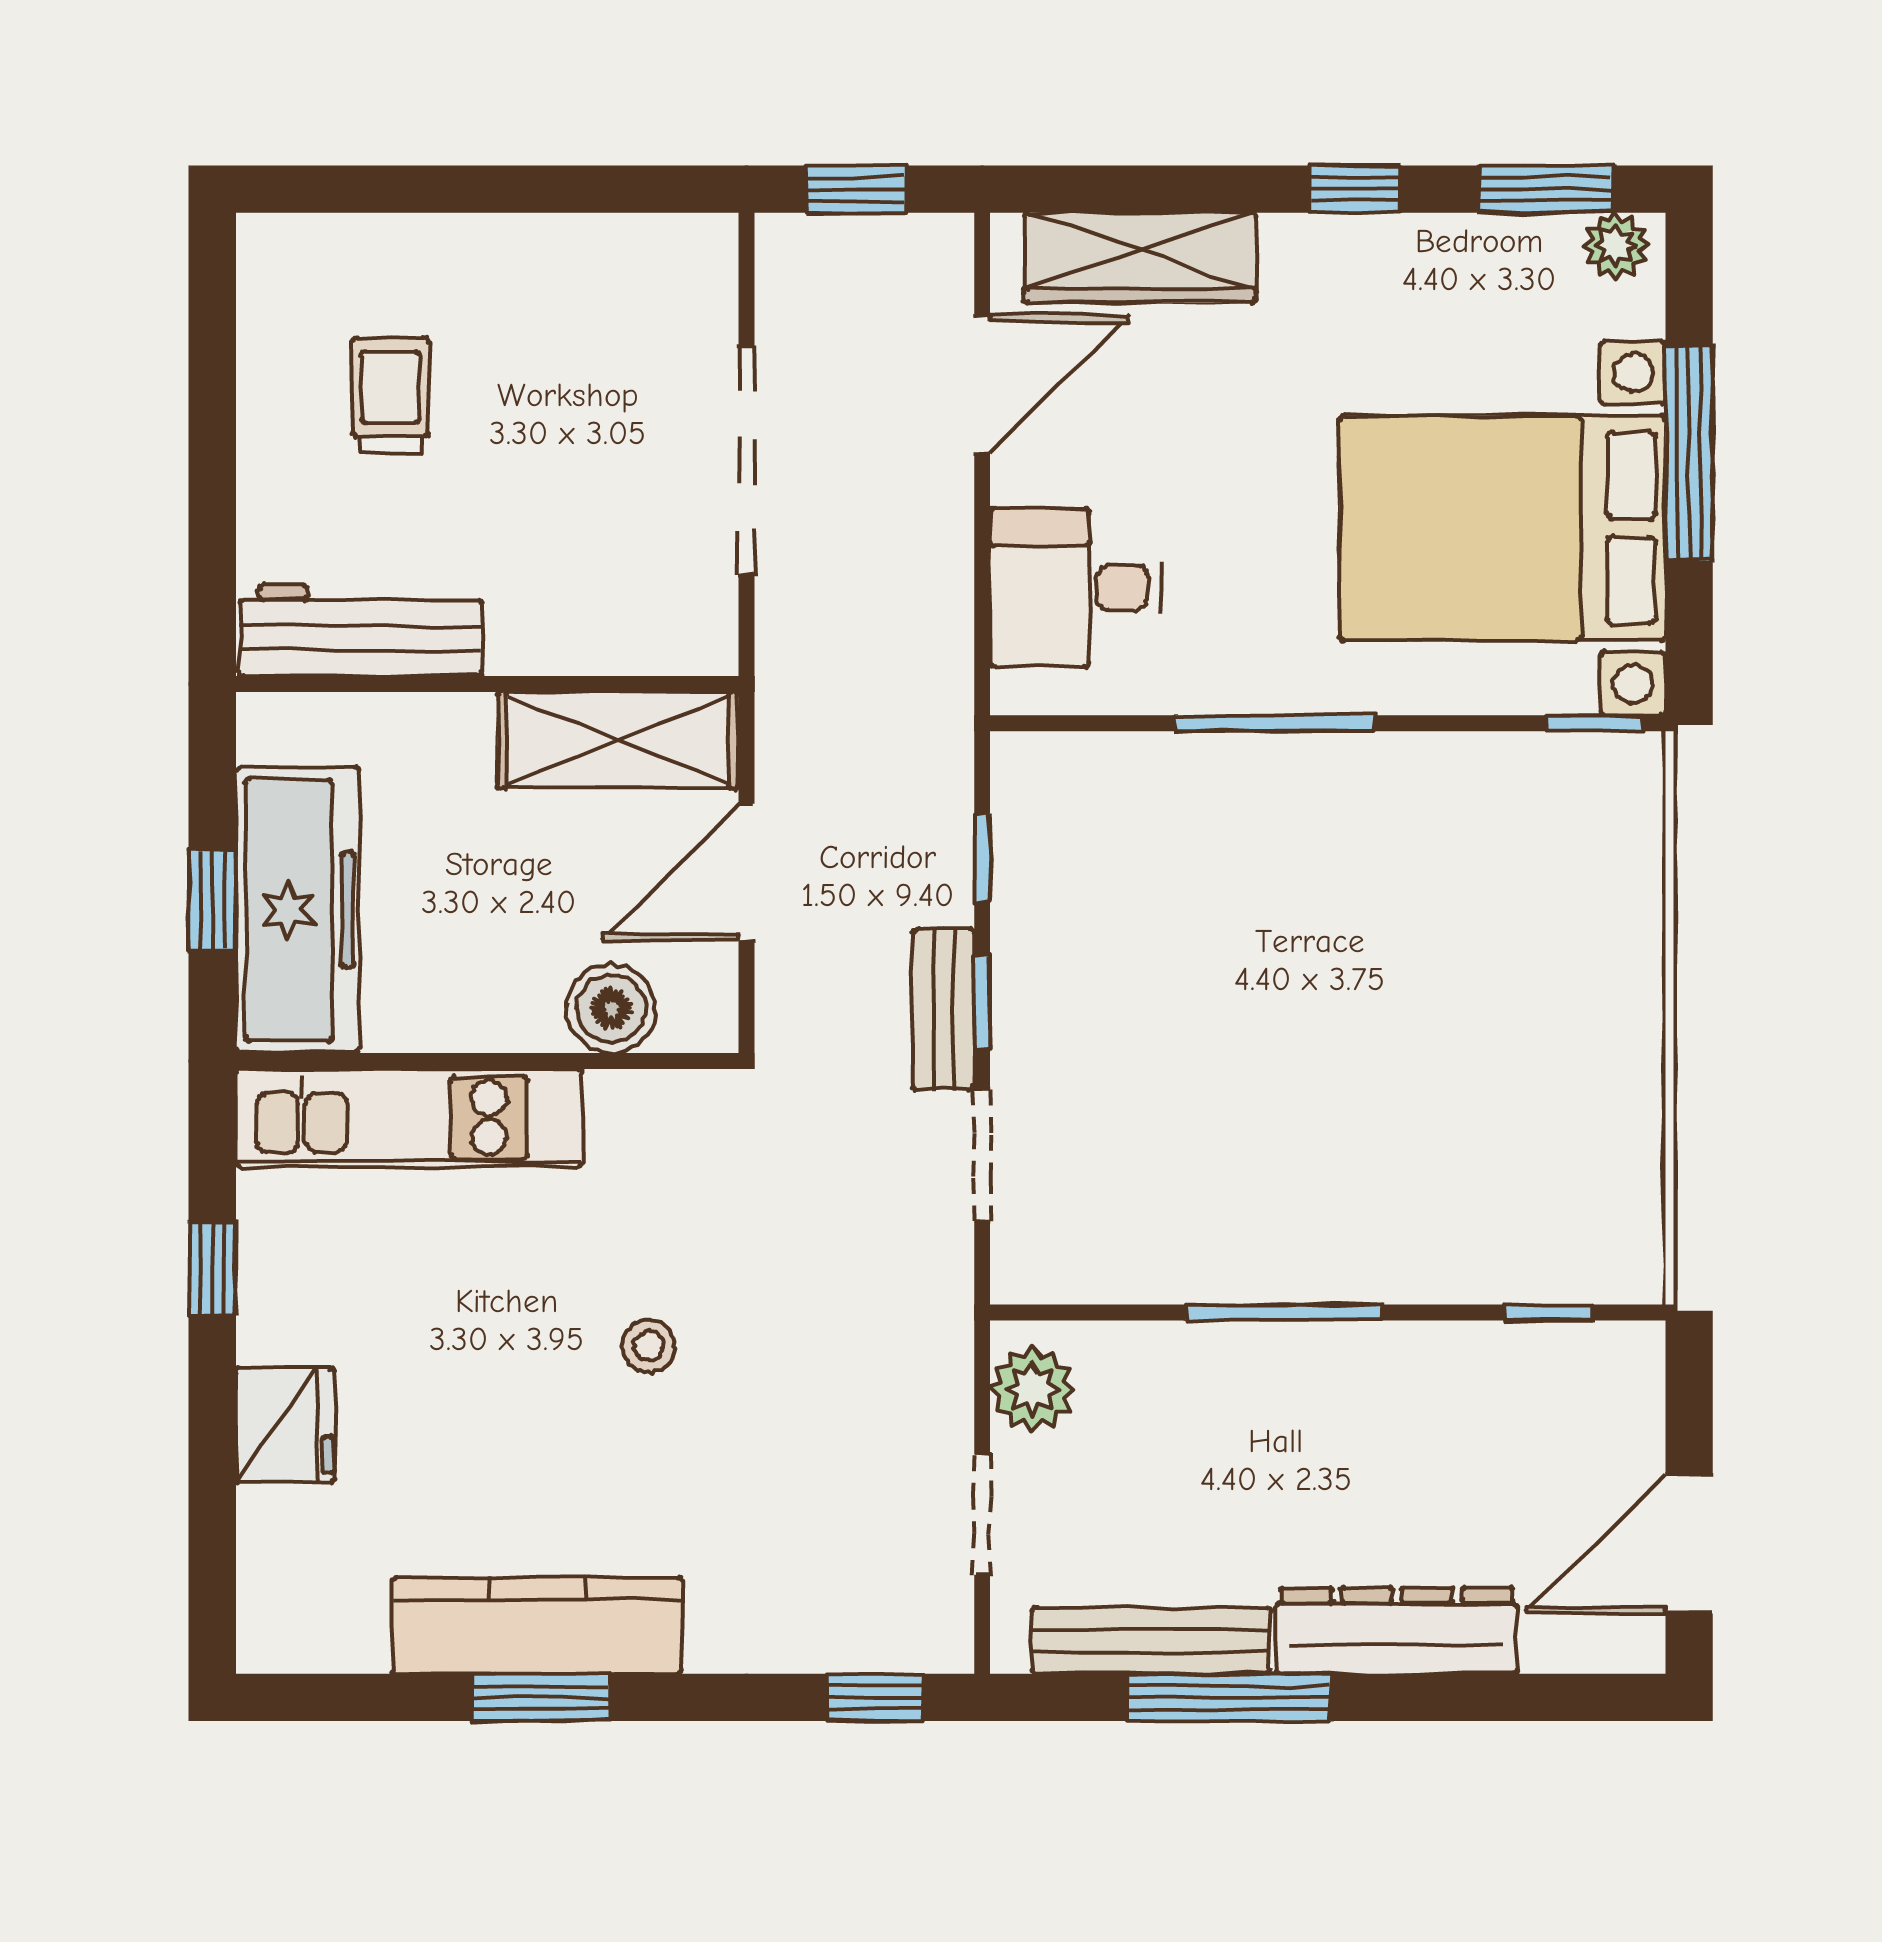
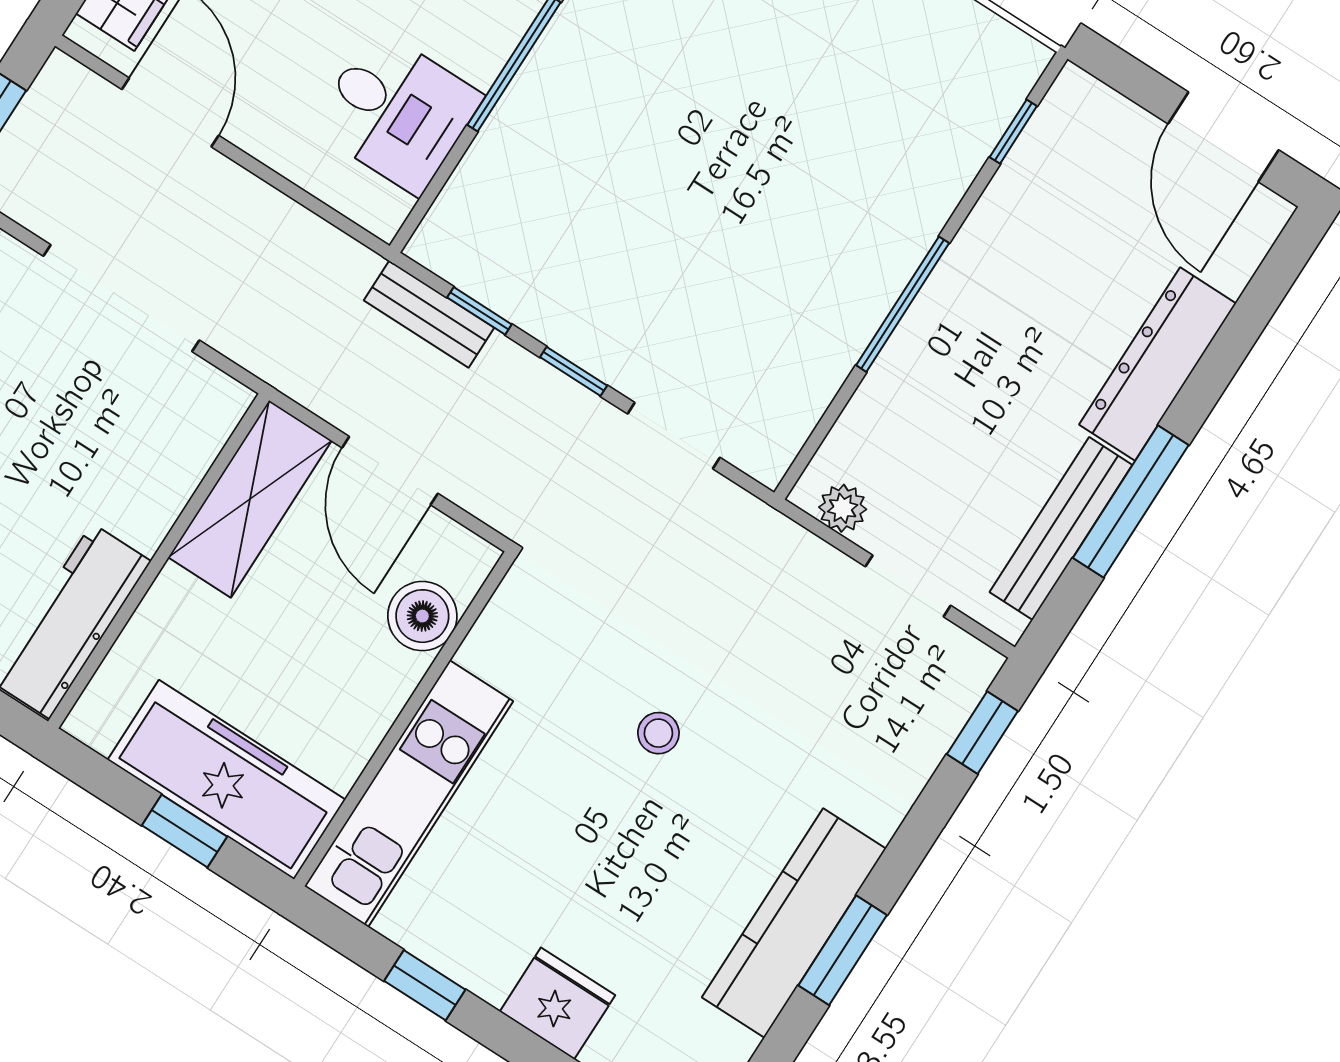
desk: (1076, 588) -> (397, 112), moved, turned -90
bench: (944, 1009) -> (429, 314), moved
plant: (1033, 1390) -> (843, 508), width x0.73, depth x0.73

